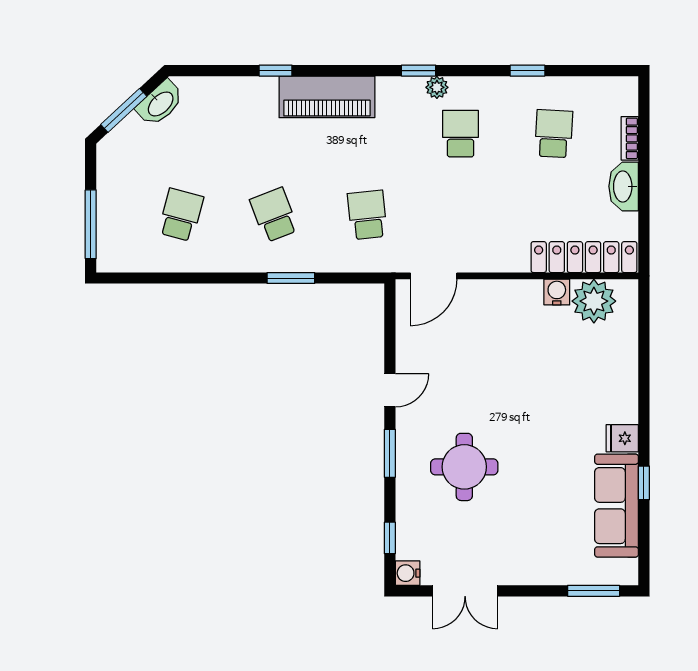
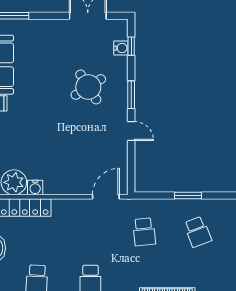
door: (390, 390) -> (131, 131), swing flipped
round table: (464, 467) -> (88, 87), turned -32
water cooler: (408, 573) -> (121, 48), moved

